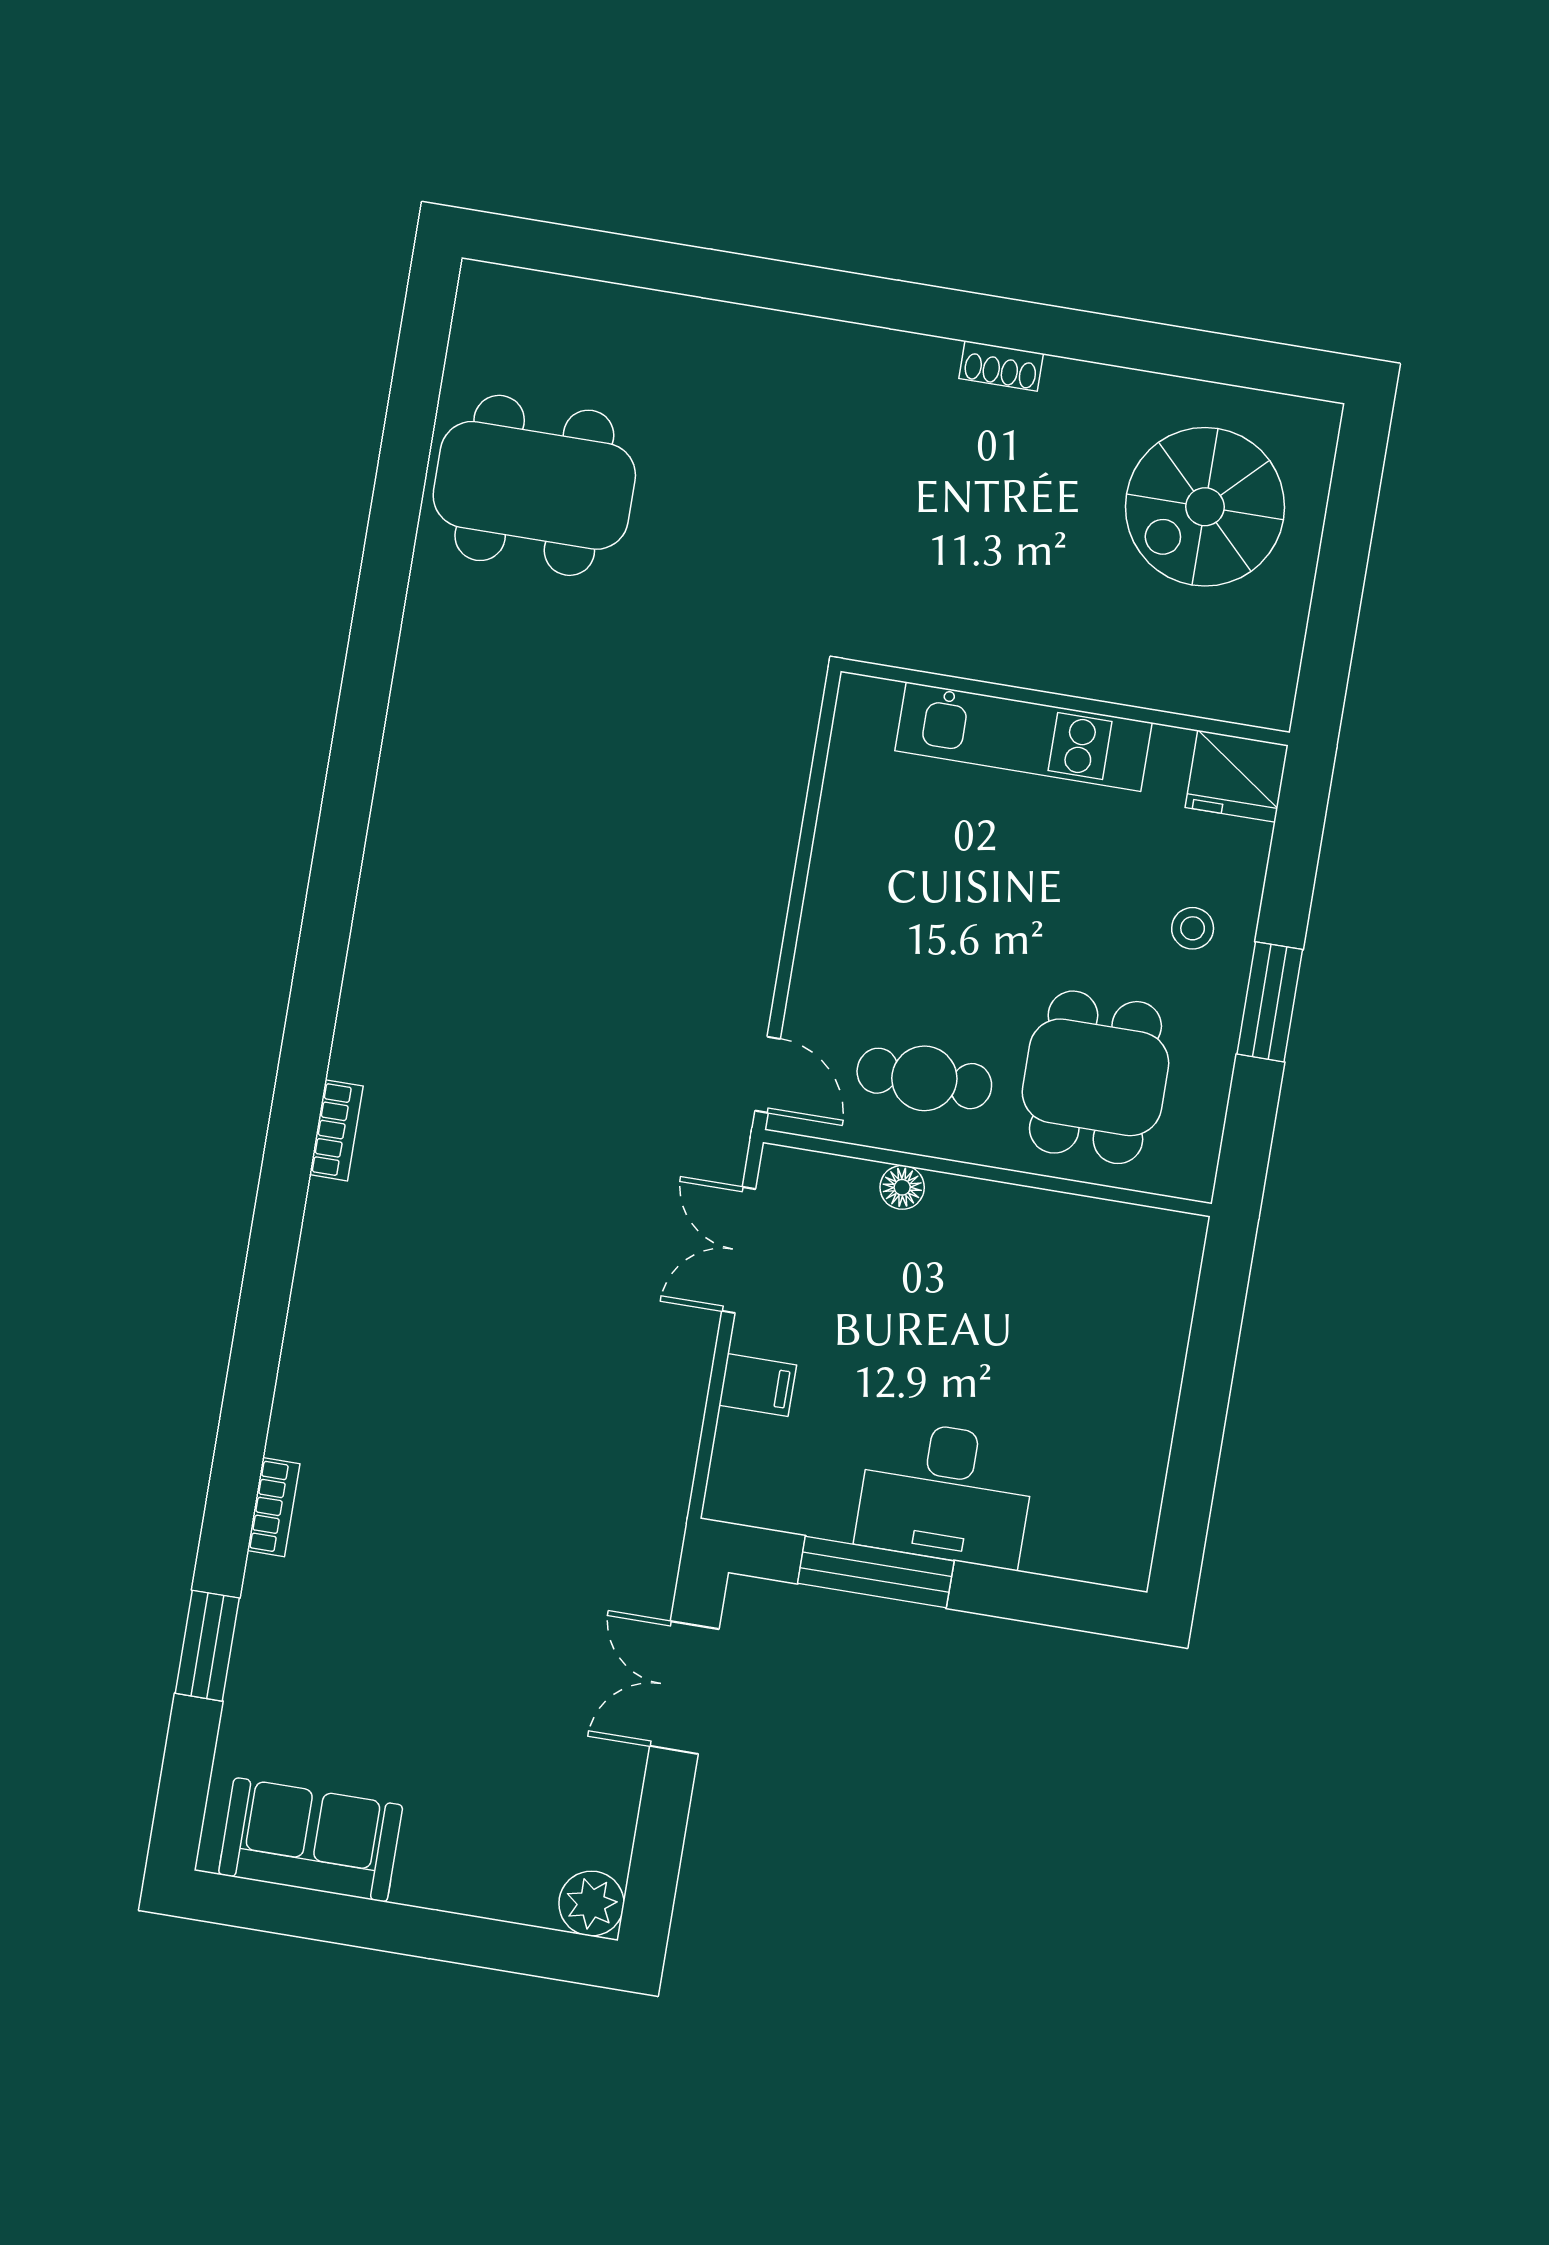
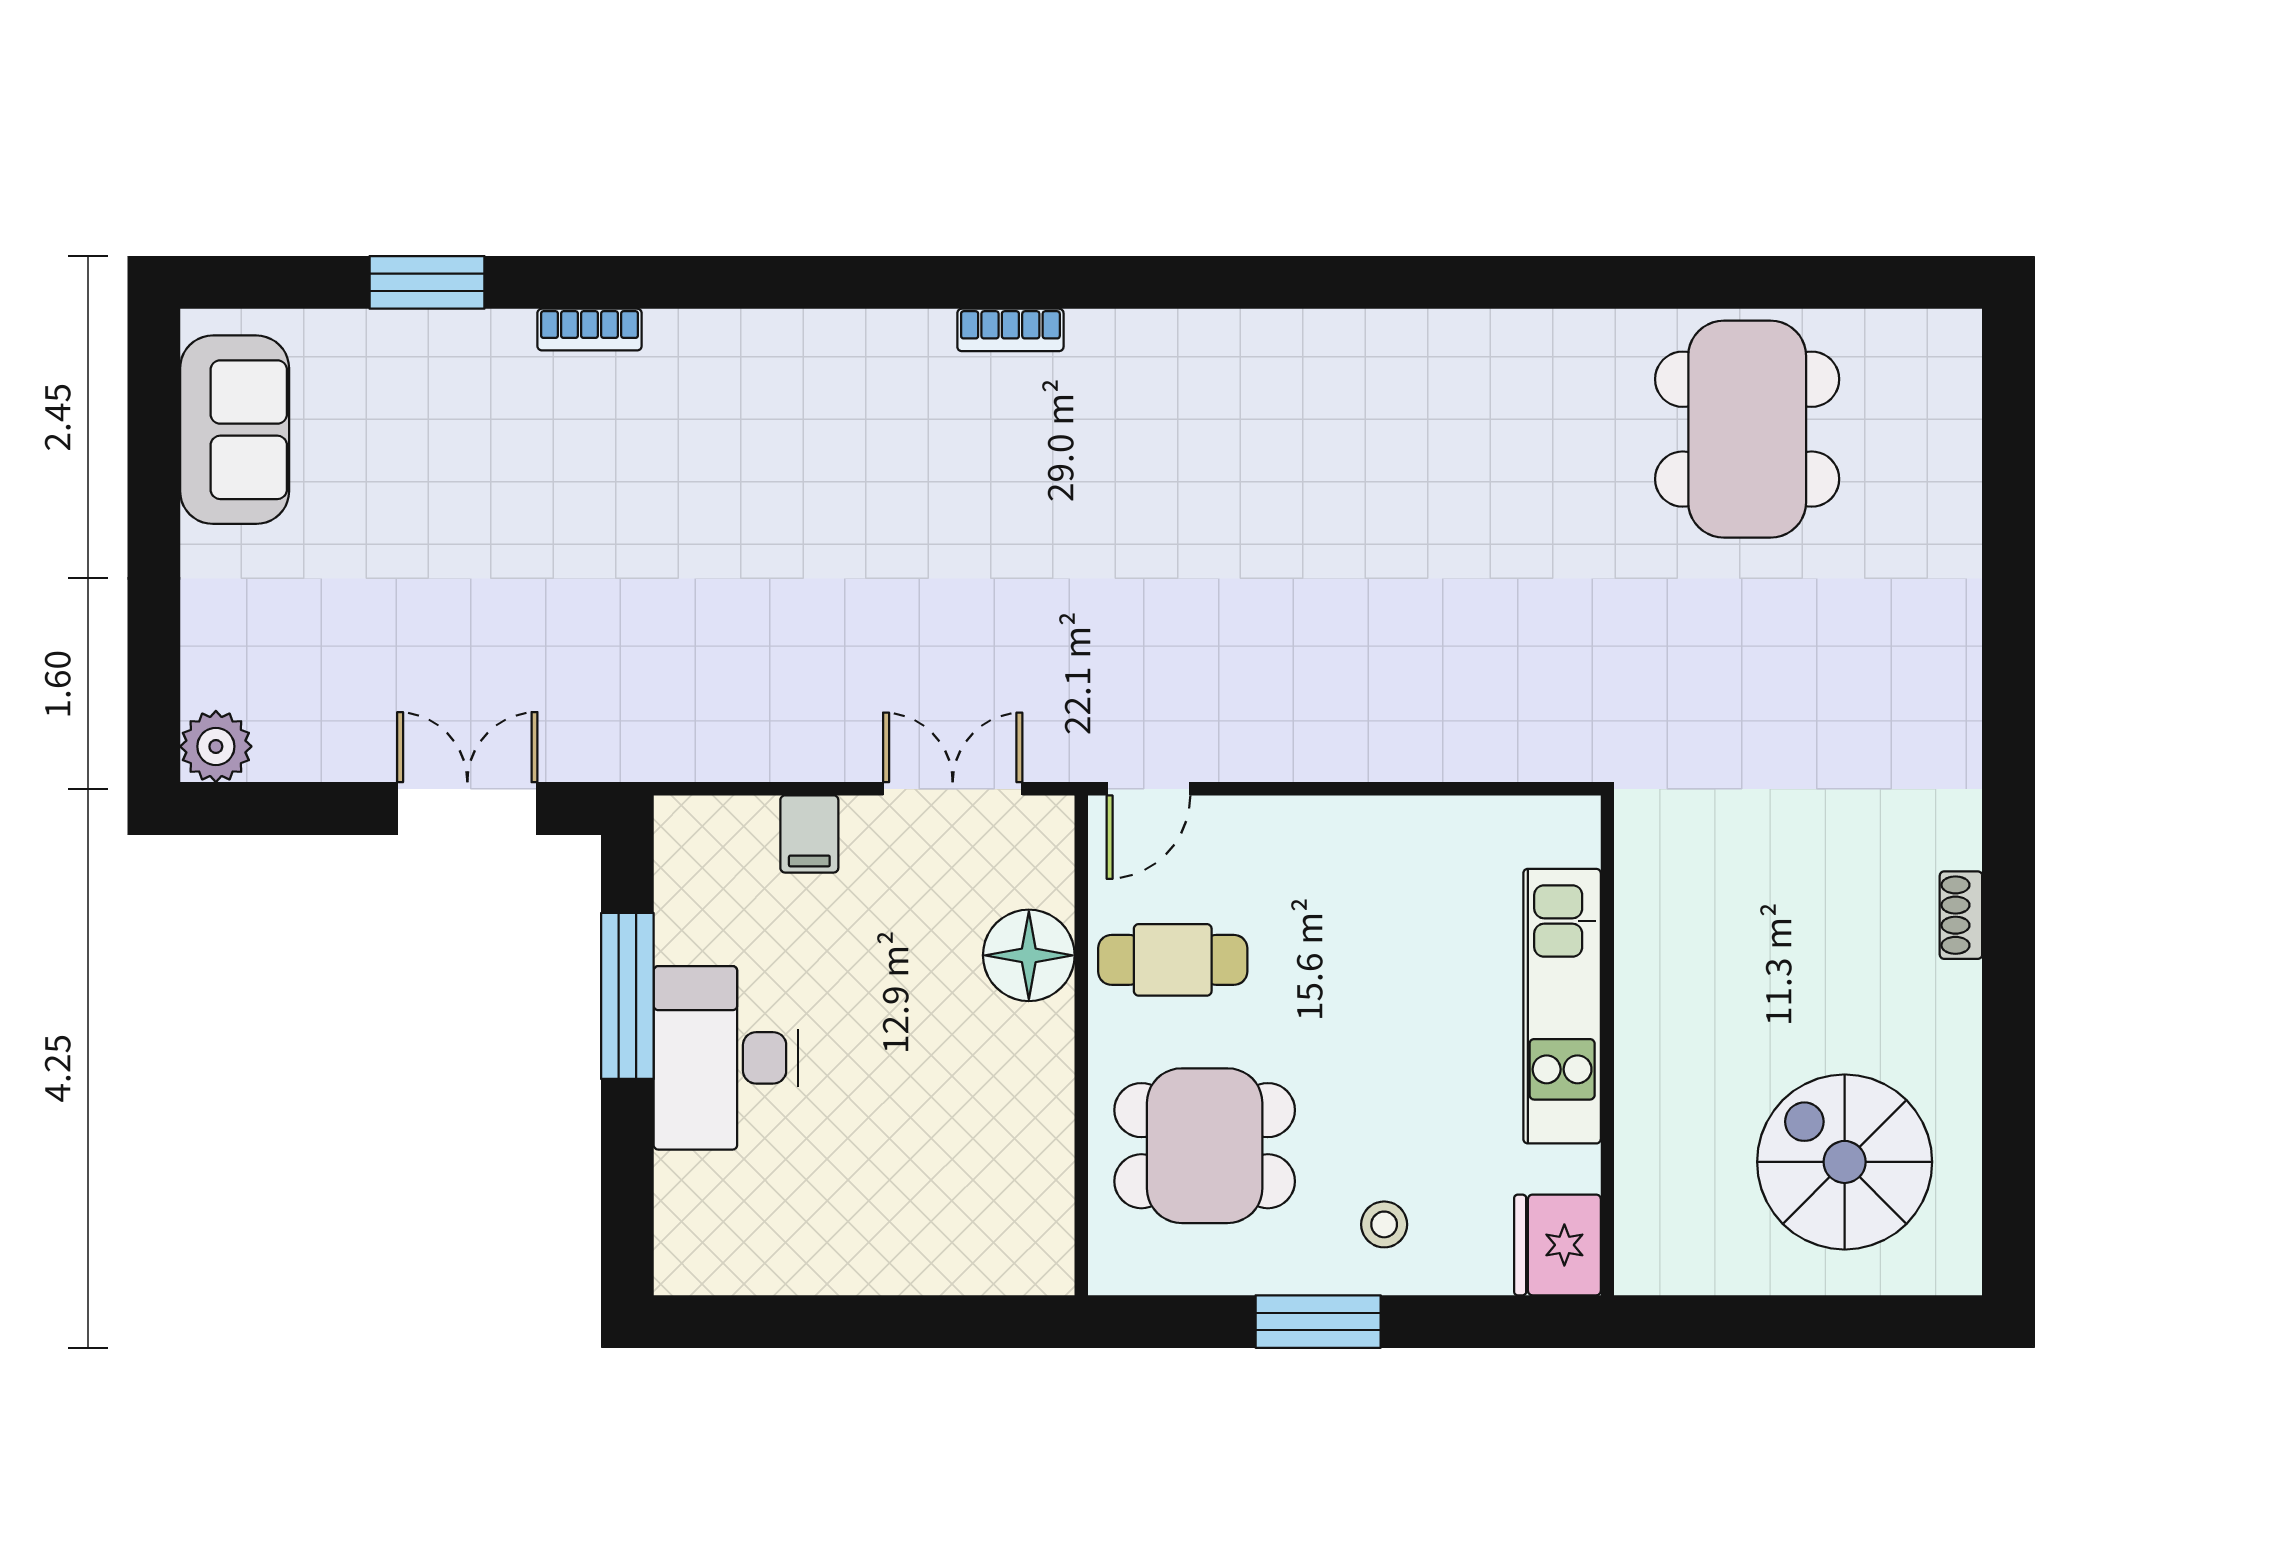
cafe table: (924, 1078) -> (1173, 960), turned 90
floor lamp: (902, 1187) -> (1029, 955), width x1.89, depth x1.89

